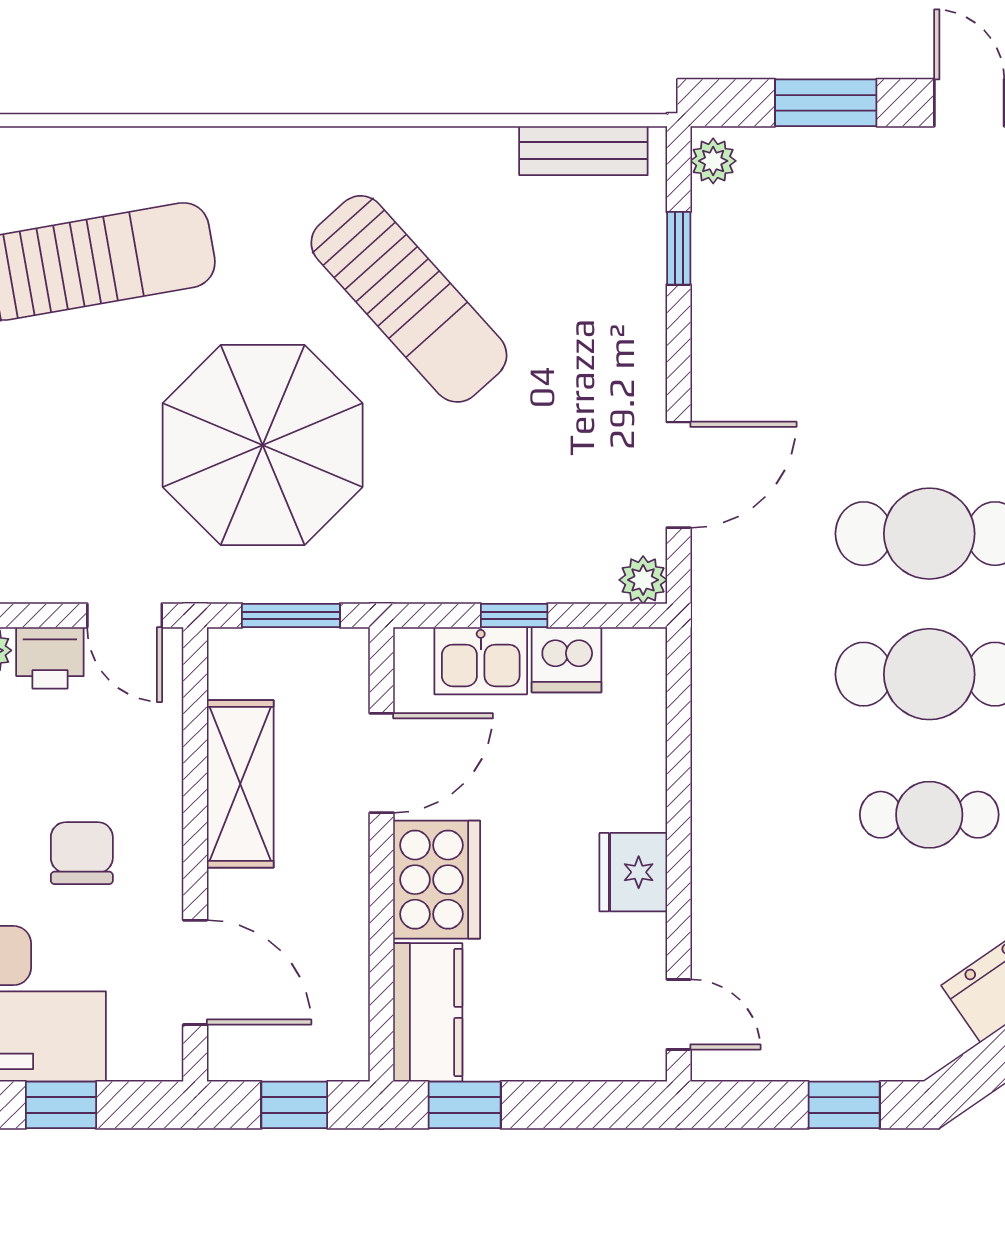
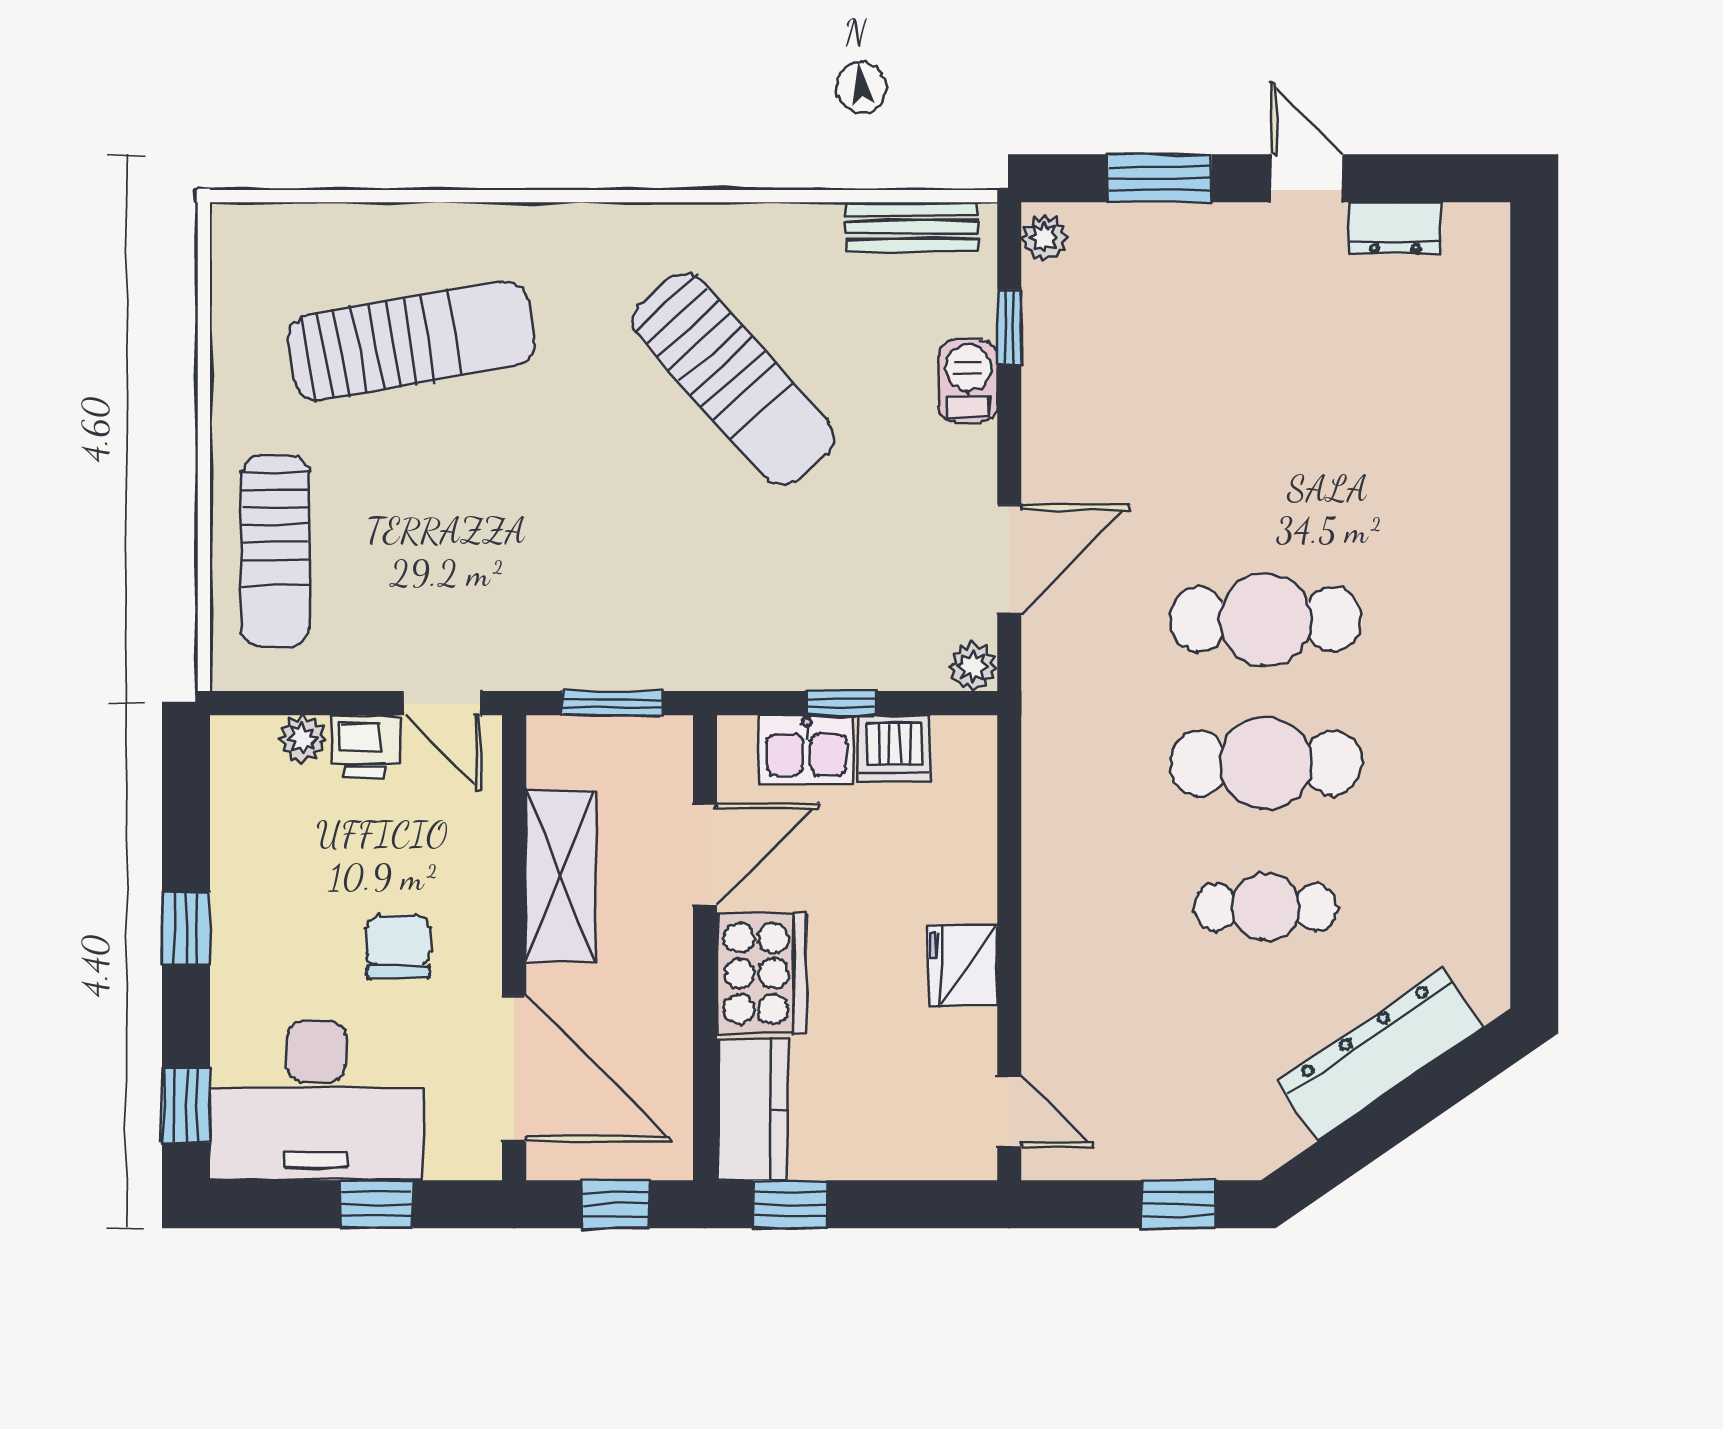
barbecue: (639, 301) -> (968, 381), added
parasol: (263, 445) -> (583, 529), removed
door: (195, 972) -> (514, 1069), width x1.36

